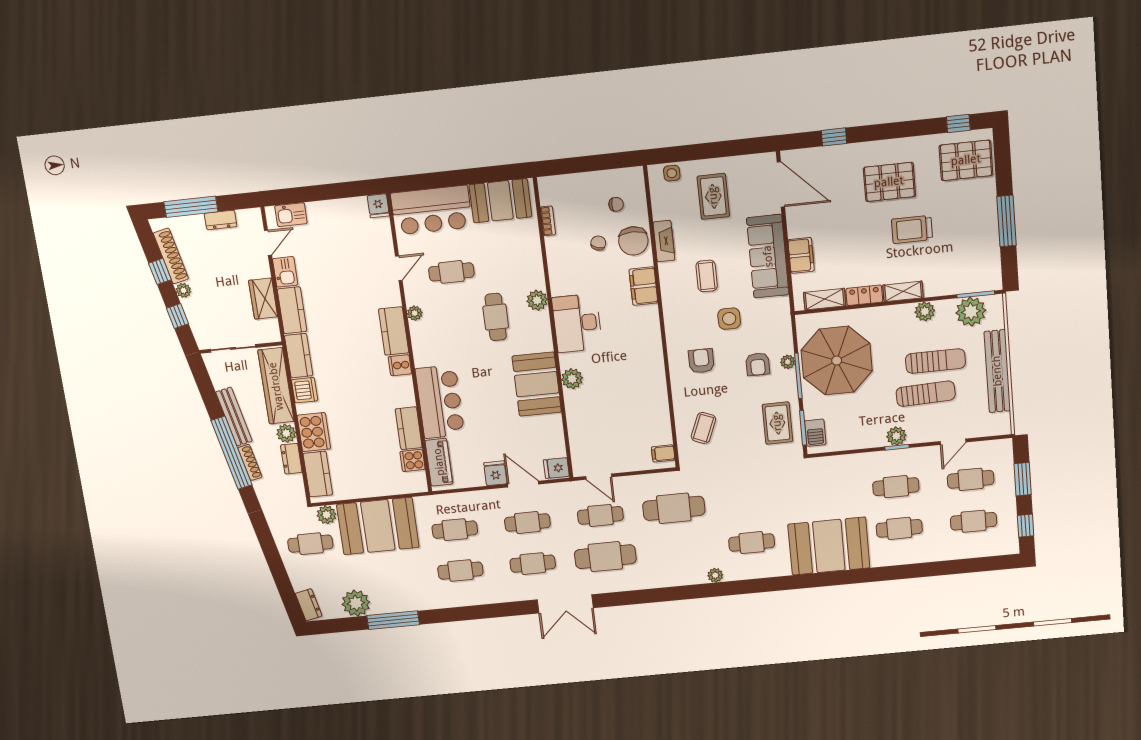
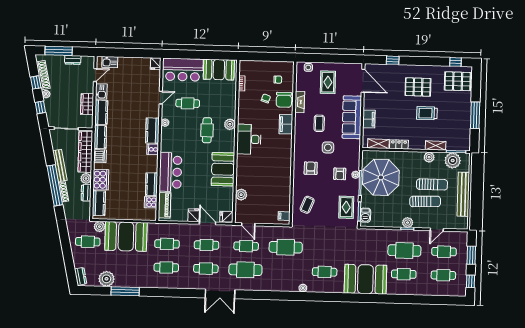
shelving: (903, 291) -> (436, 146), moved
plant: (572, 379) -> (241, 195), moved
cafe table: (896, 487) -> (404, 251), width x1.37, depth x1.35

